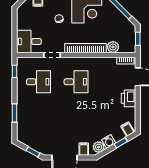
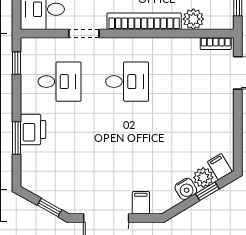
printer: (128, 98) -> (33, 129), moved, turned 180
plant: (99, 147) -> (203, 178), moved

